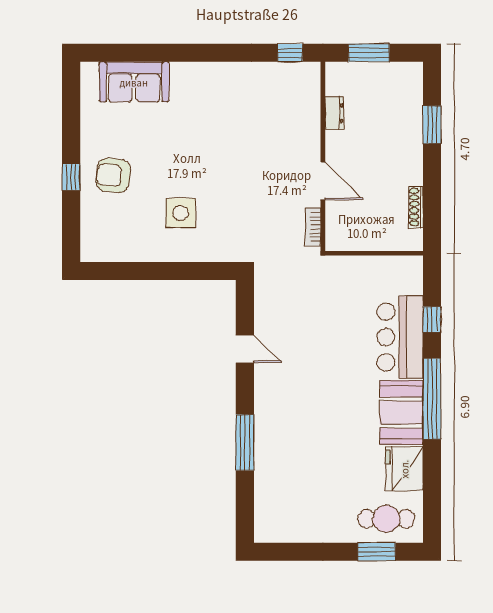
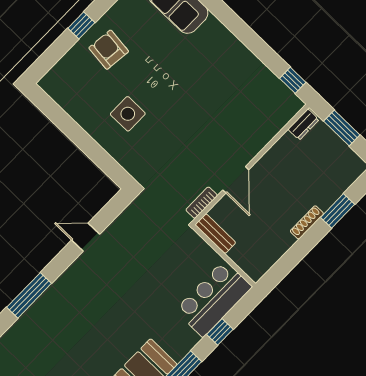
dresser: (334, 113) -> (304, 124), moved
shoe rack: (416, 207) -> (307, 222), moved
bench: (349, 242) -> (215, 234), added
bar counter: (400, 337) -> (214, 299), moved
door: (245, 349) -> (86, 237), swing flipped

